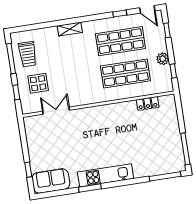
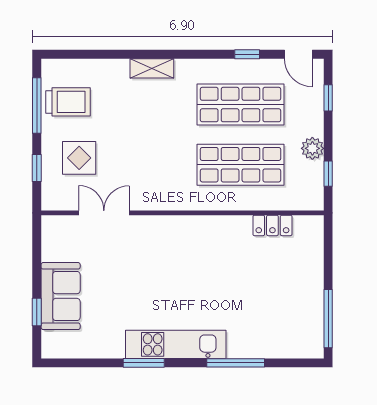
trolley: (28, 54) -> (68, 102), turned -90
window: (165, 176) -> (236, 363), moved
sofa: (51, 181) -> (61, 296), moved, turned 90

